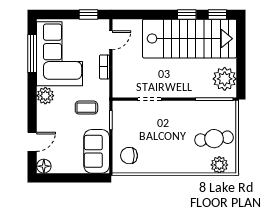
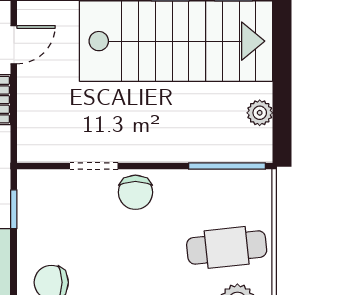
plant: (225, 79) -> (260, 113), width x0.53, depth x0.53
chair: (170, 112) -> (135, 192), added

